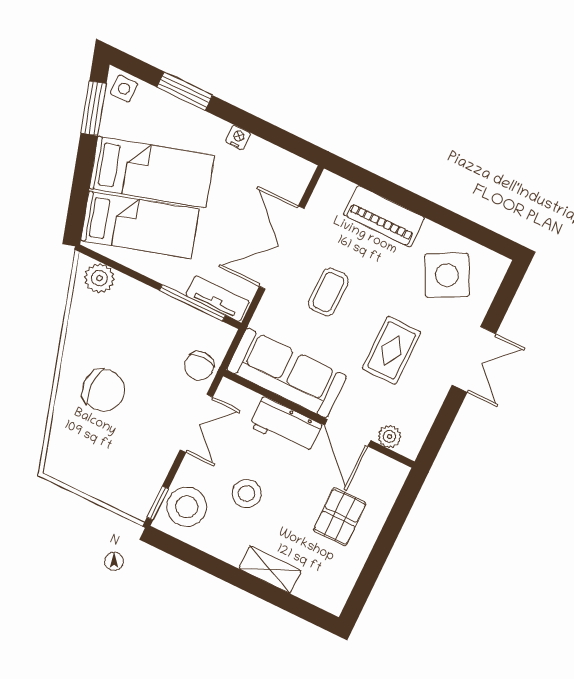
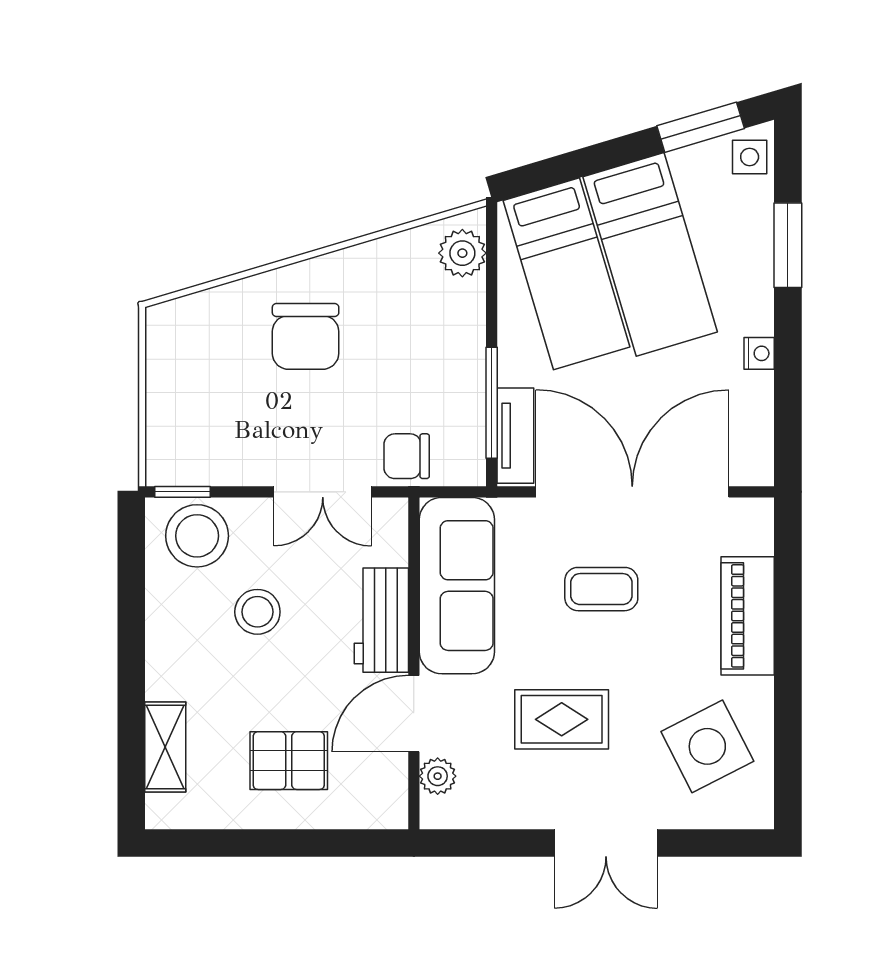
double door: (282, 247) -> (632, 492), width x1.36
shelving: (270, 570) -> (165, 747), moved

